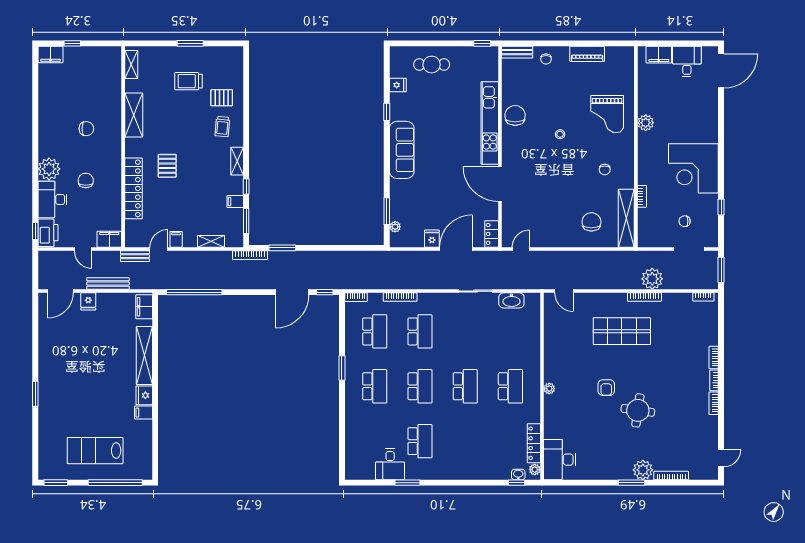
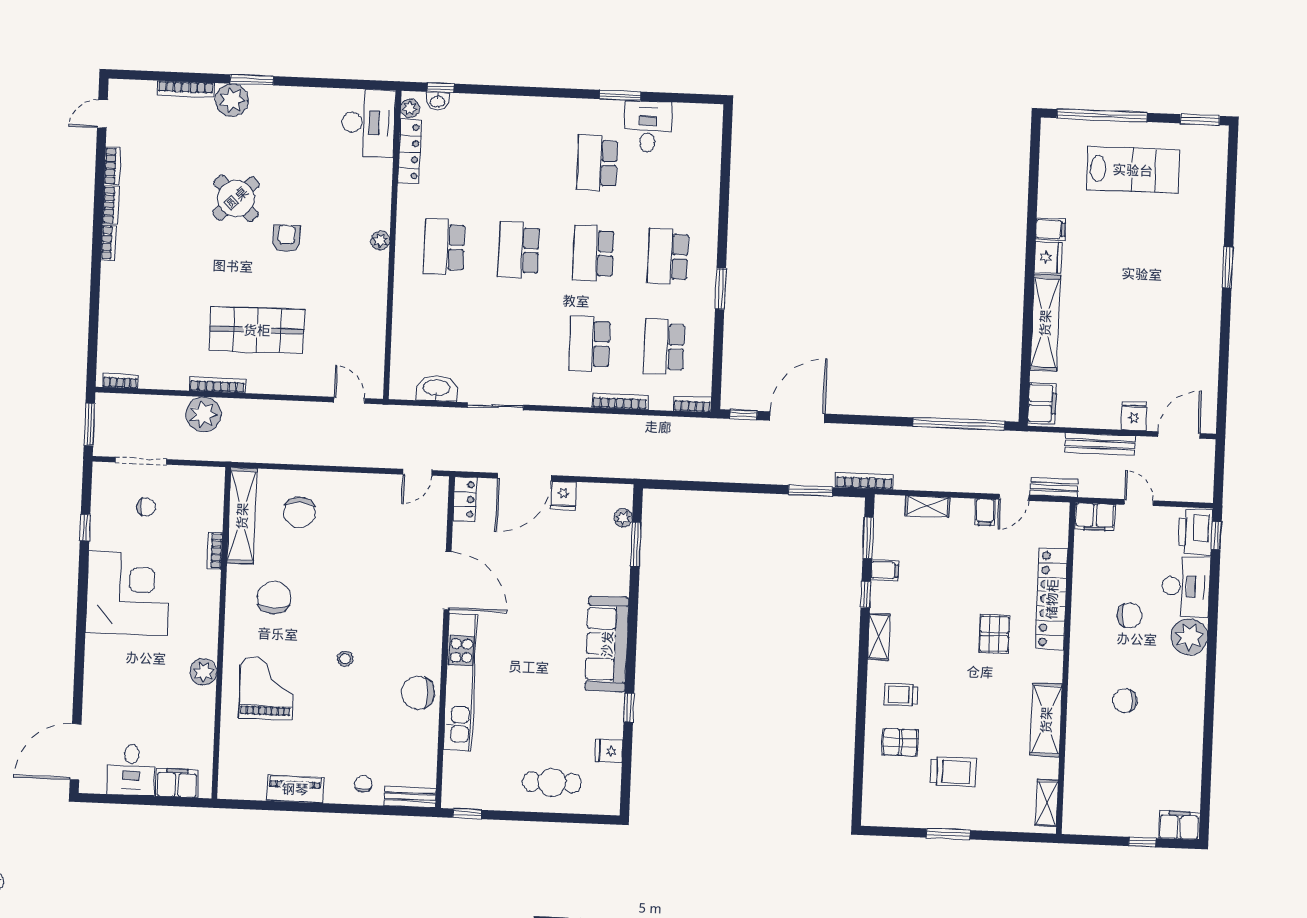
chair: (515, 115) -> (418, 693), turned 90
trolley: (222, 127) -> (901, 695), turned -95
chair: (605, 170) -> (274, 598), width x1.87, depth x1.87
chair: (86, 180) -> (1130, 615), turned -90
bookcase: (714, 358) -> (112, 166), moved
round table: (638, 410) -> (236, 198), turned 37

